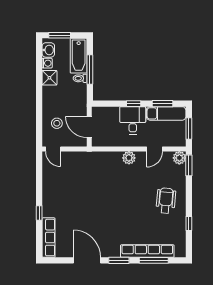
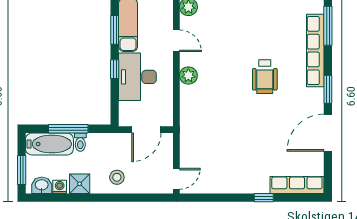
desk: (133, 120) -> (137, 77), width x1.37
stool: (57, 123) -> (117, 177), moved
wheelchair: (166, 201) -> (265, 77), moved, turned -95
window: (154, 260) -> (328, 26), moved

